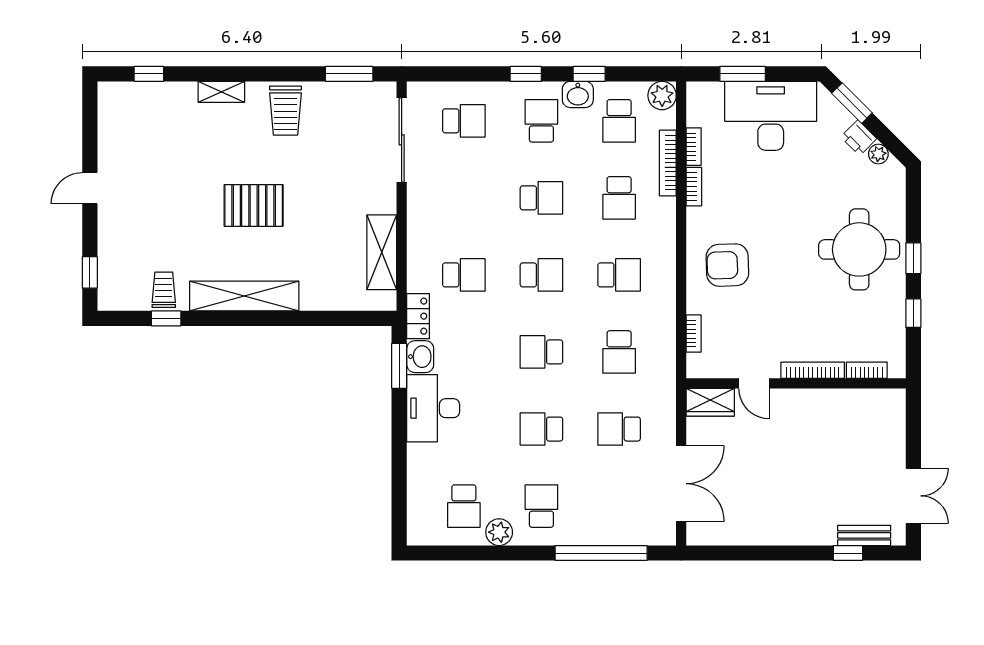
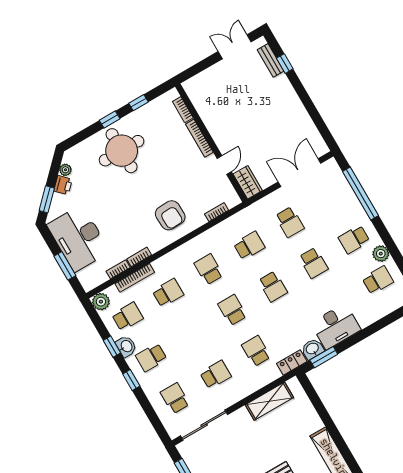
school desk: (541, 198) -> (216, 375), moved, turned 90

